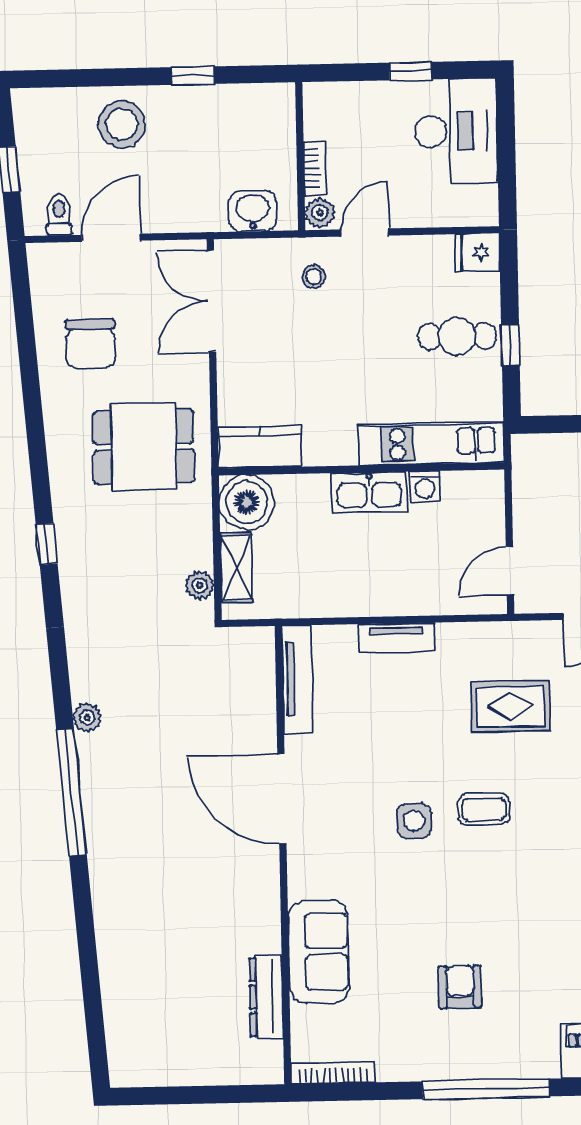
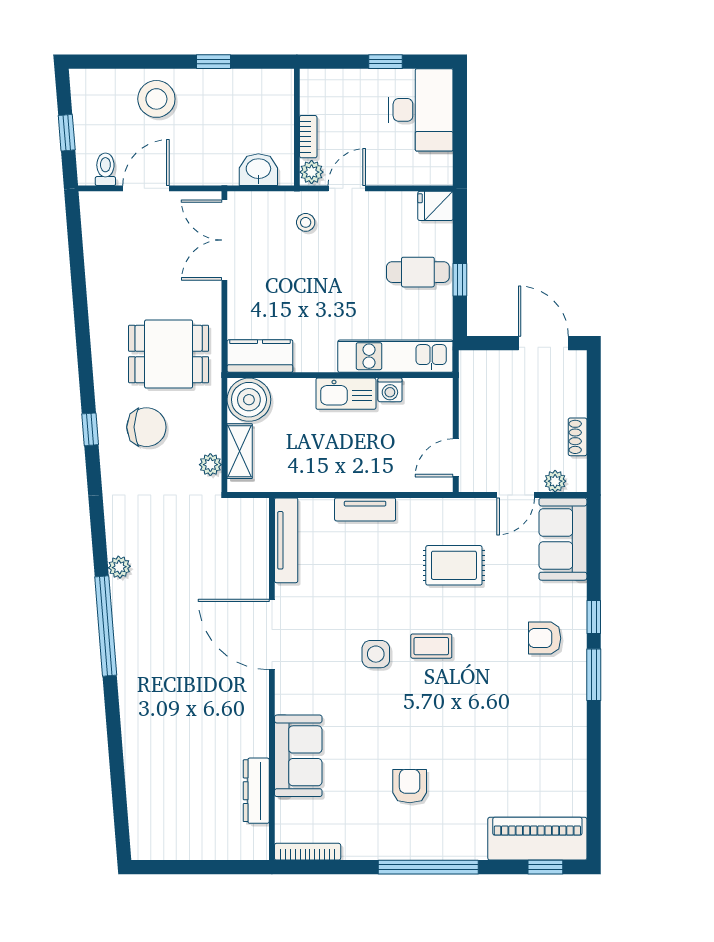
chair: (90, 344) -> (146, 427), moved, turned -90

